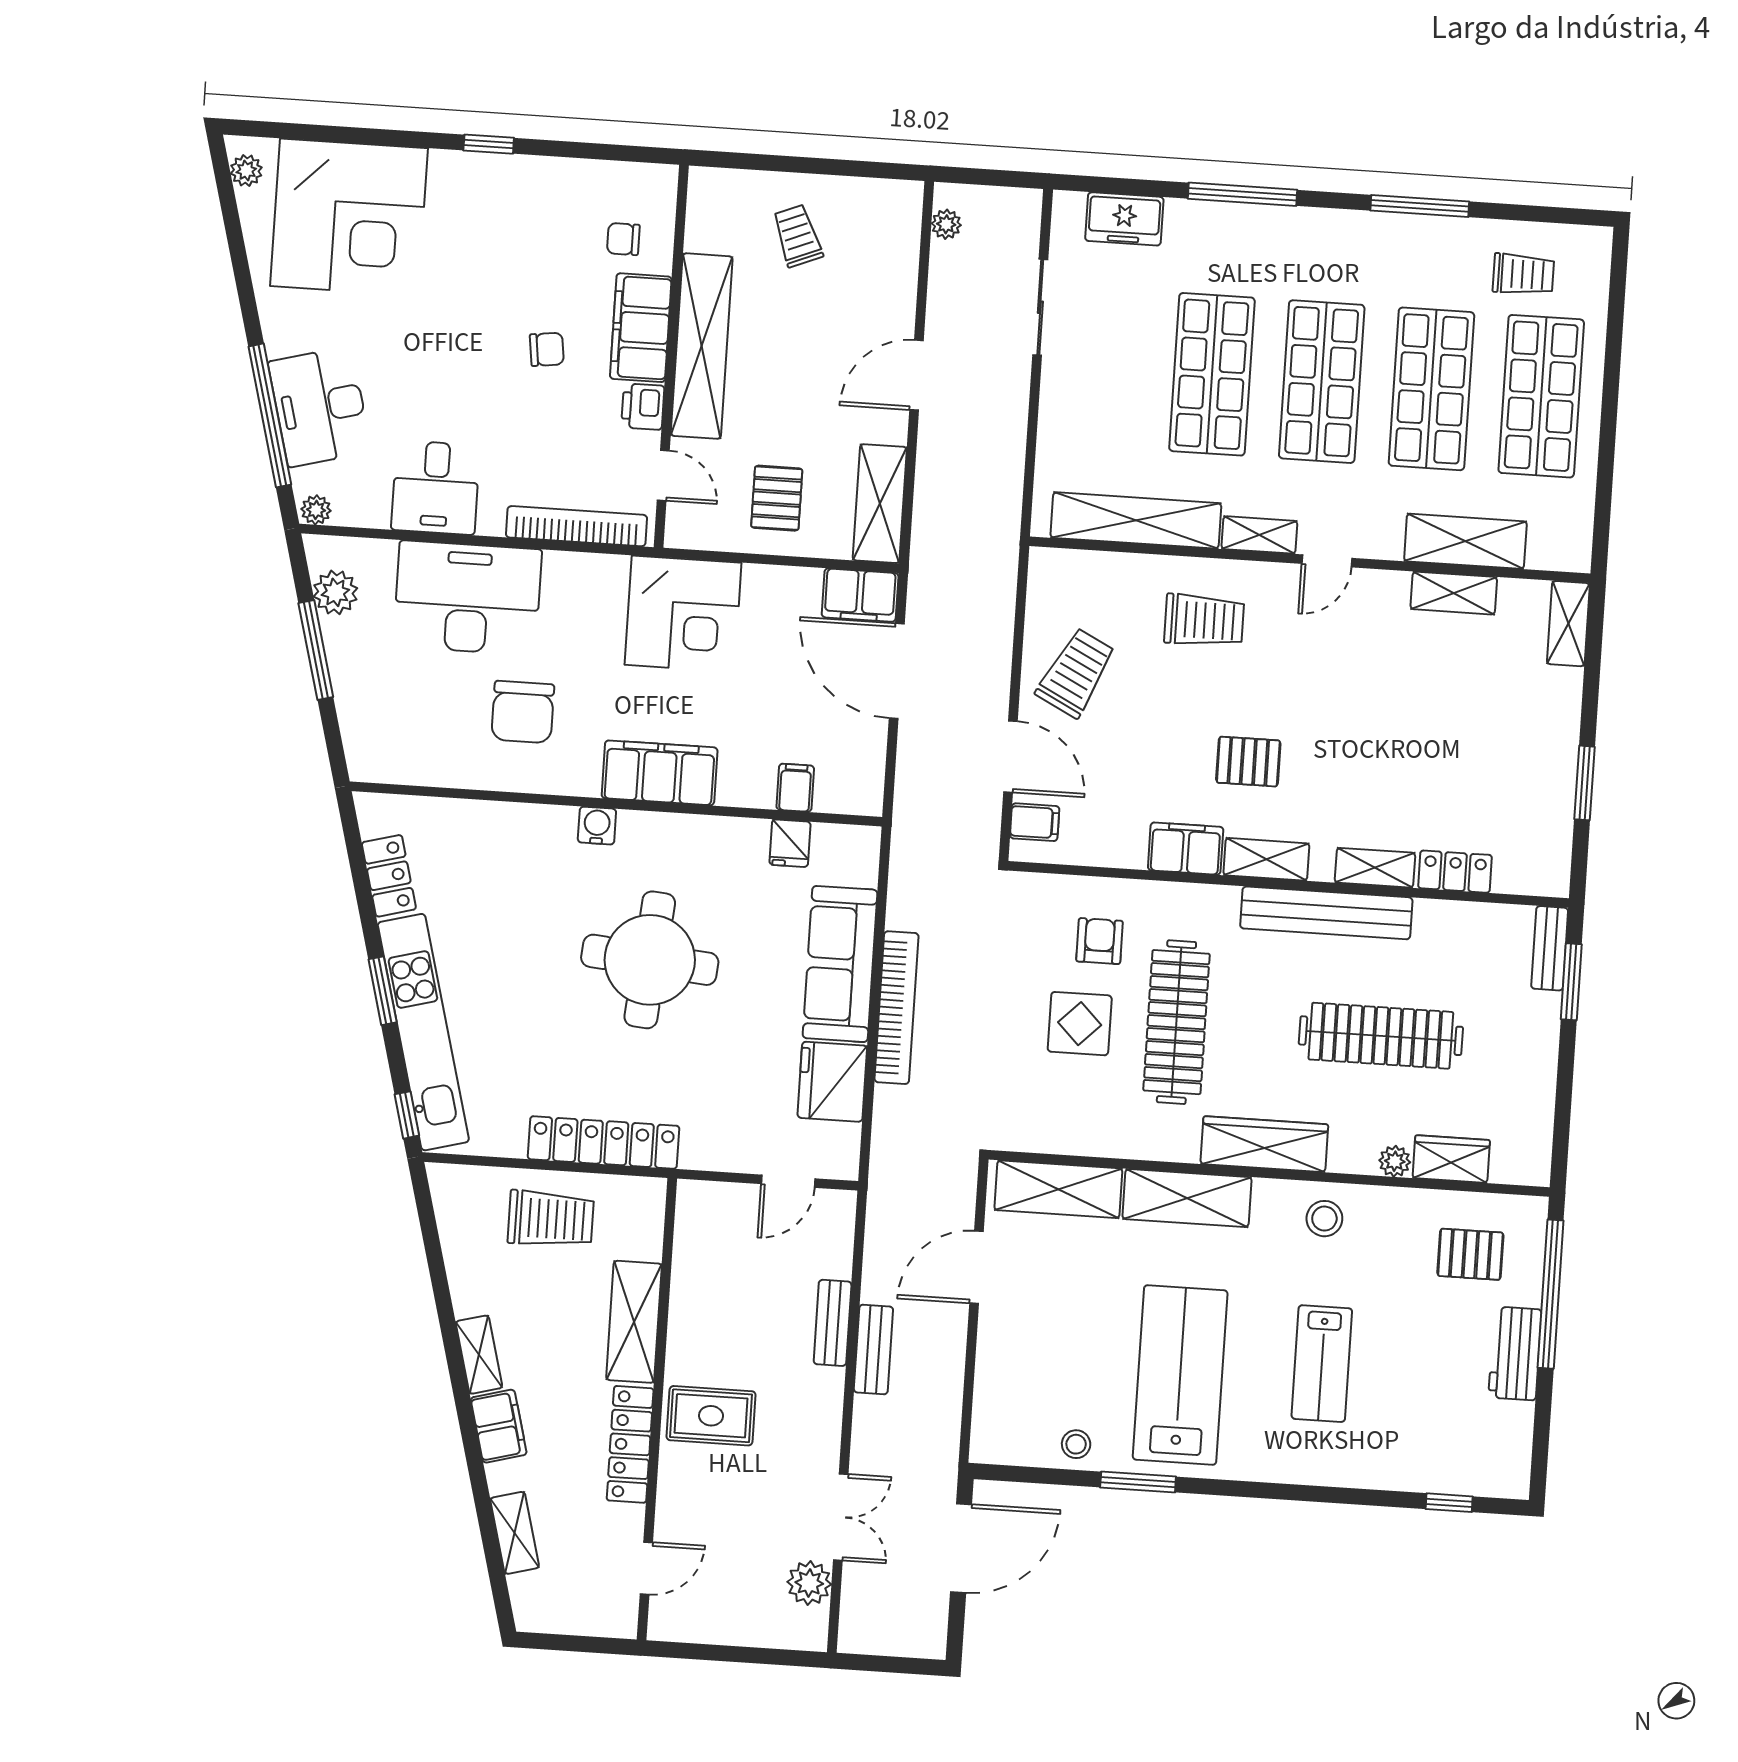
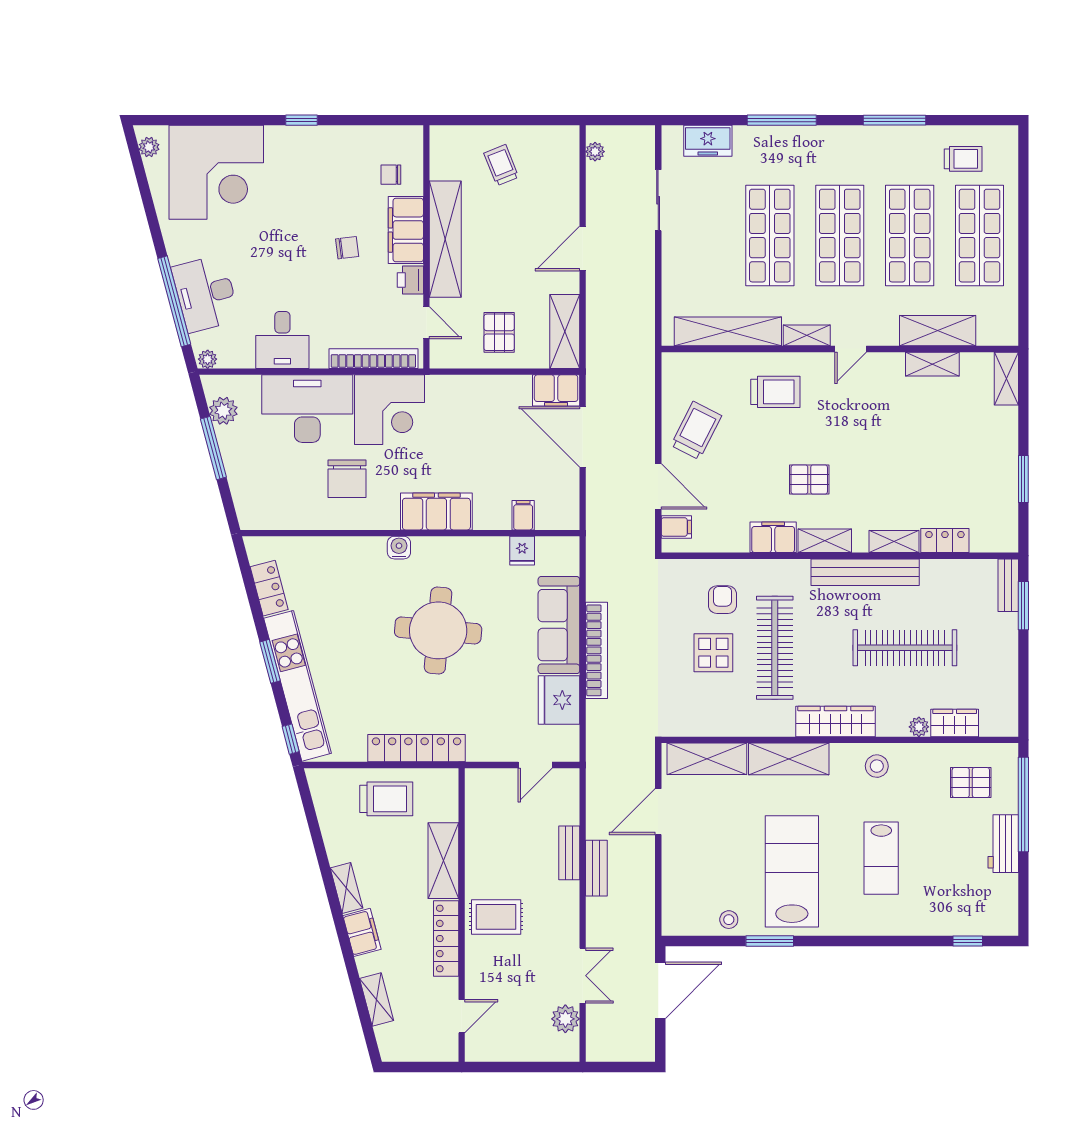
corner desk: (683, 614) -> (390, 410), moved

